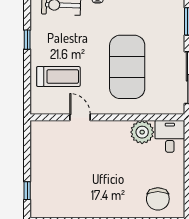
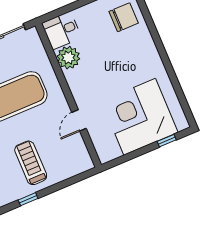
treadmill: (58, 76) -> (31, 163), moved
corner desk: (60, 175) -> (140, 117), added

